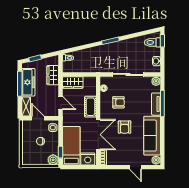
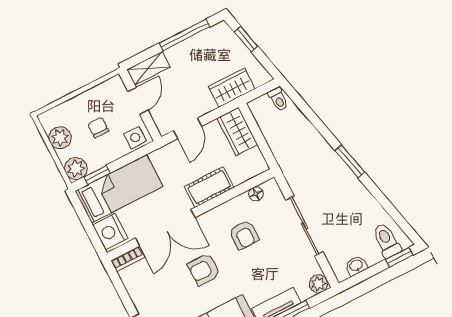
freezer: (28, 82) -> (195, 49), removed
plant: (36, 160) -> (60, 138), added

